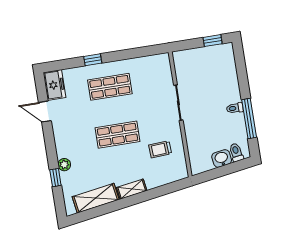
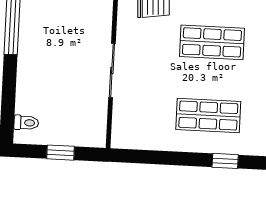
window: (213, 41) -> (60, 153), moved
toilet: (235, 108) -> (26, 123), moved

